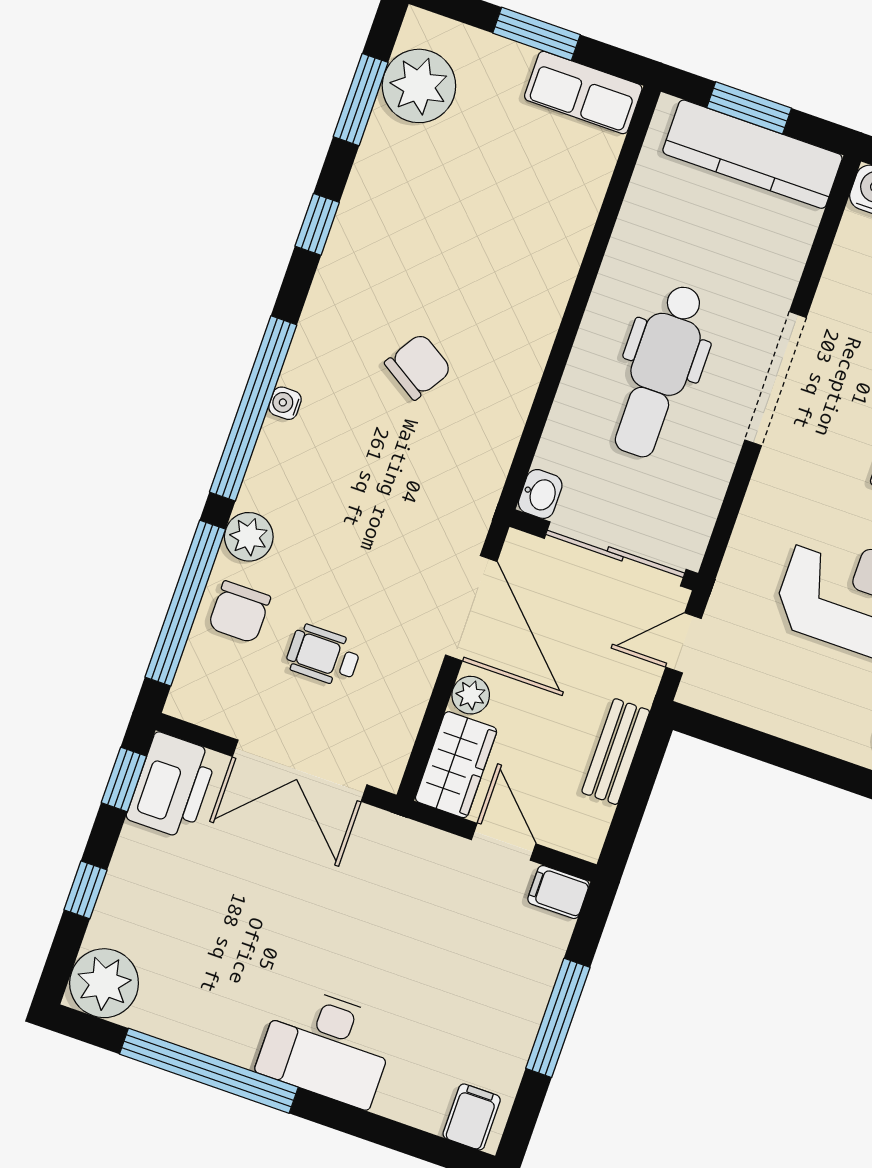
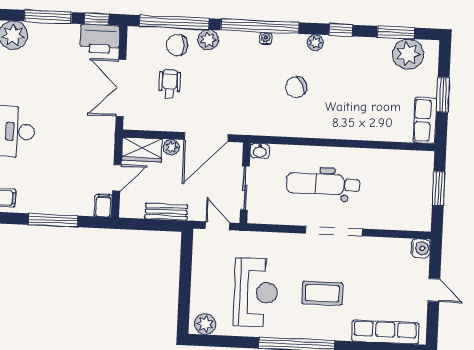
kitchen counter: (752, 154) -> (421, 195), removed
plant: (328, 292) -> (315, 42), added
chair: (418, 367) -> (296, 87), turned 123
sliding door: (615, 554) -> (245, 188), width x0.73
window: (85, 890) -> (48, 17), width x2.17

